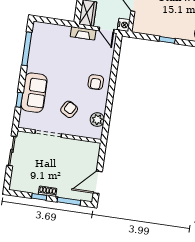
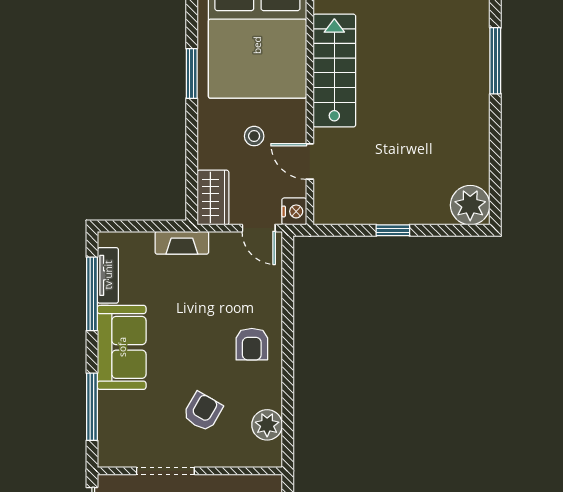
fireplace: (83, 33) -> (182, 243), moved
tv unit: (35, 41) -> (108, 275), added
sofa: (34, 93) -> (122, 347), moved
window: (19, 100) -> (92, 407), width x2.17

